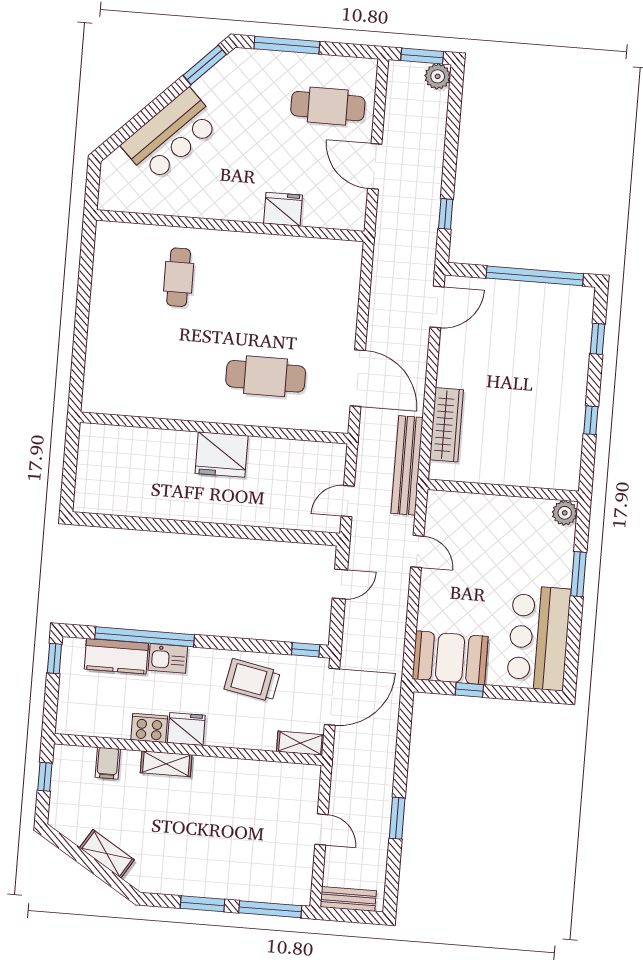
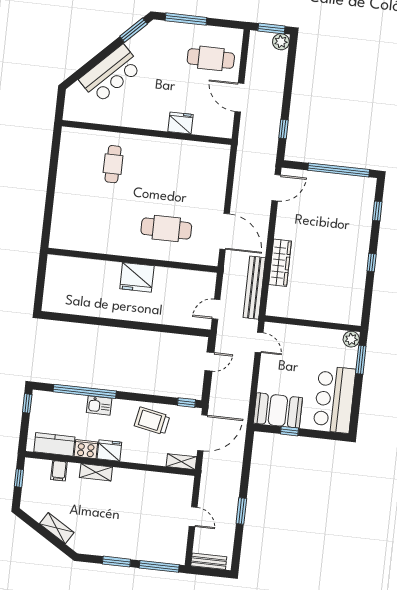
wall: (503, 490) -> (313, 324), moved
plant: (565, 513) -> (351, 339), moved
kitchen counter: (116, 656) -> (54, 444), moved, turned 180

